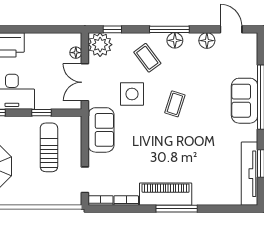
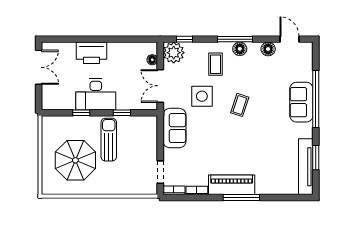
coffee table: (147, 58) -> (215, 64), turned 37
sun lounger: (49, 147) -> (109, 140), moved

